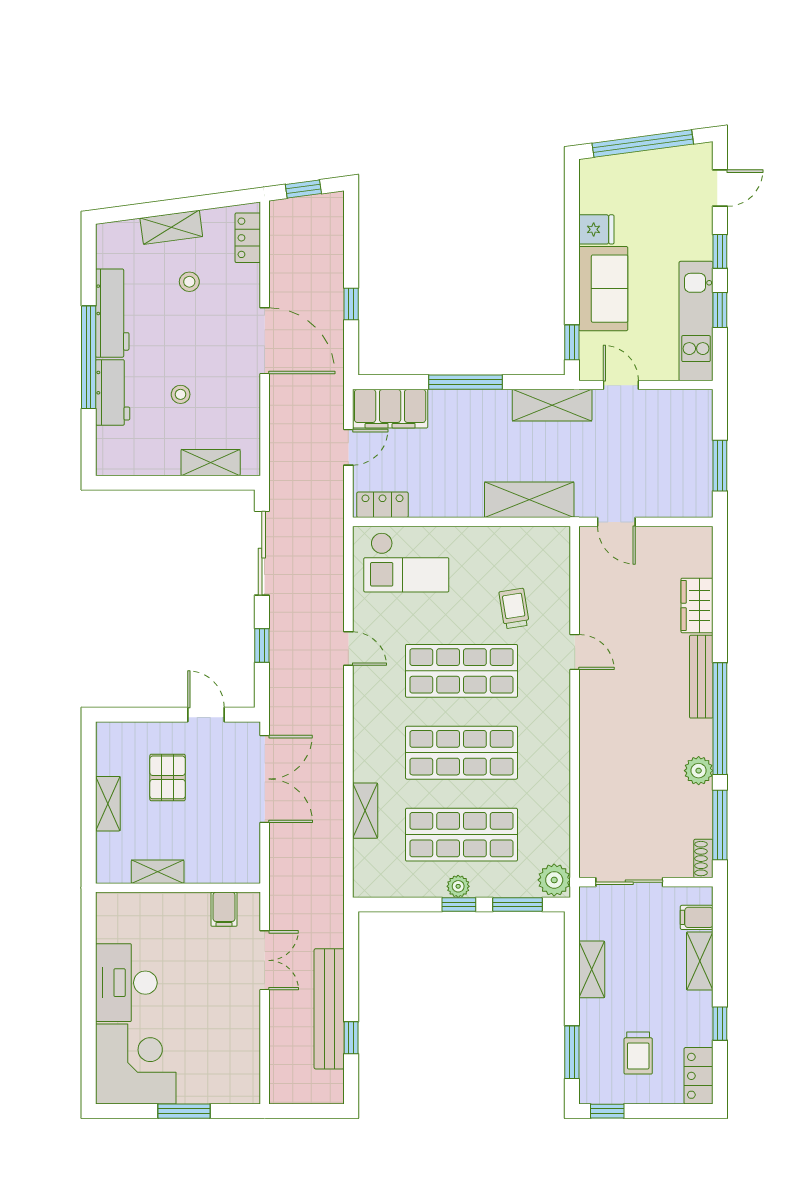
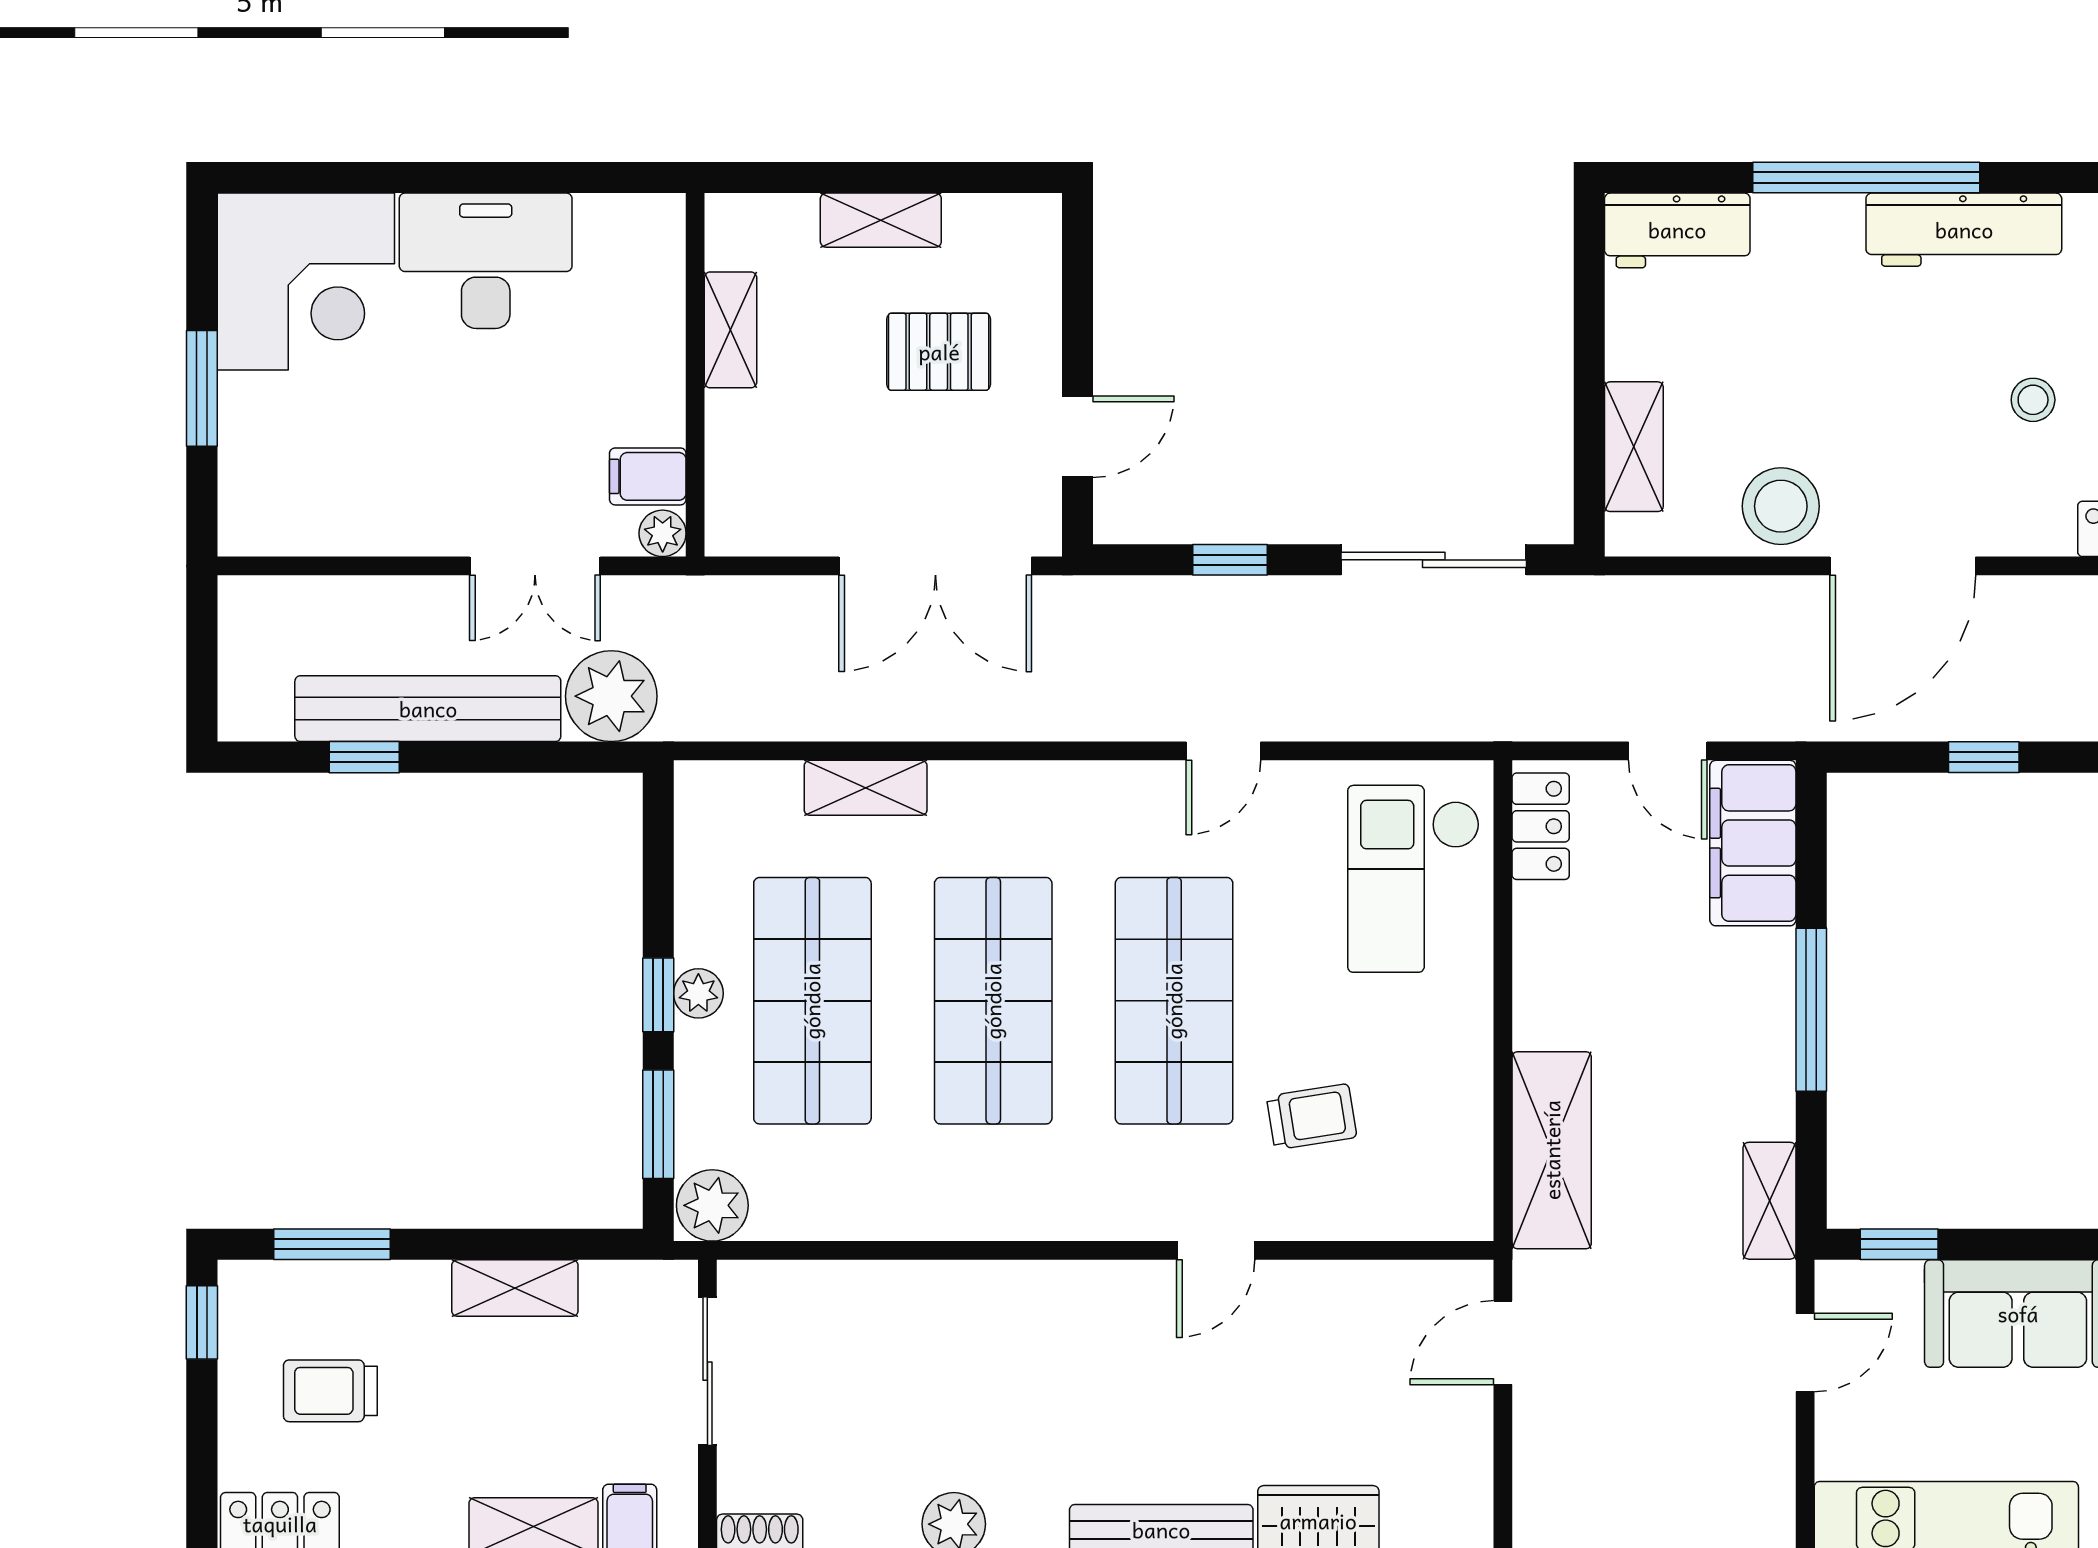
workbench: (113, 392) -> (1677, 230), moved
stool: (181, 394) -> (1781, 506), moved, width x1.89, depth x1.89
shelving: (552, 405) -> (1769, 1201), width x0.67, depth x0.75
plant: (250, 903) -> (663, 533), added
plant: (324, 926) -> (611, 696), added

